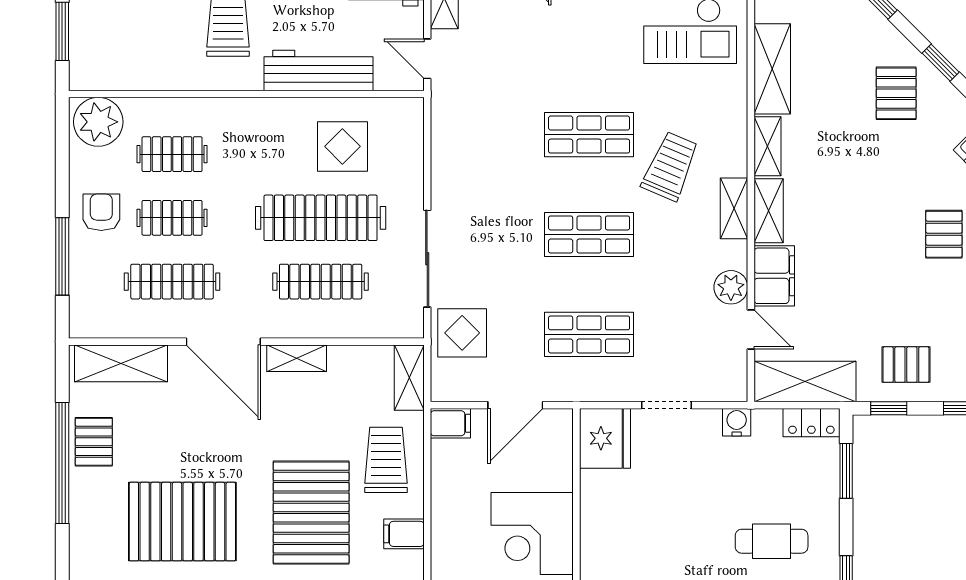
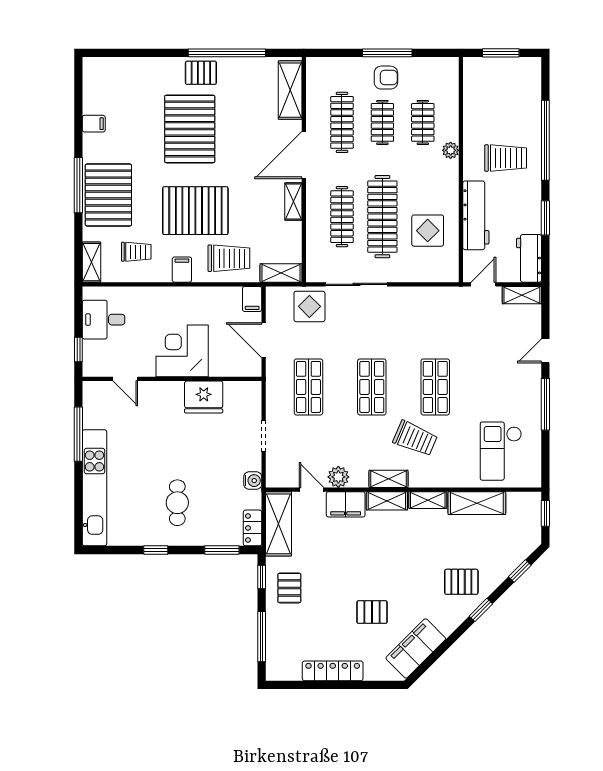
plant: (98, 122) -> (451, 150), moved, width x0.53, depth x0.53
window: (62, 256) -> (387, 53), moved
door: (751, 330) -> (312, 490), swing flipped
fridge: (605, 438) -> (204, 397), moved
pallet: (94, 442) -> (201, 73), moved

